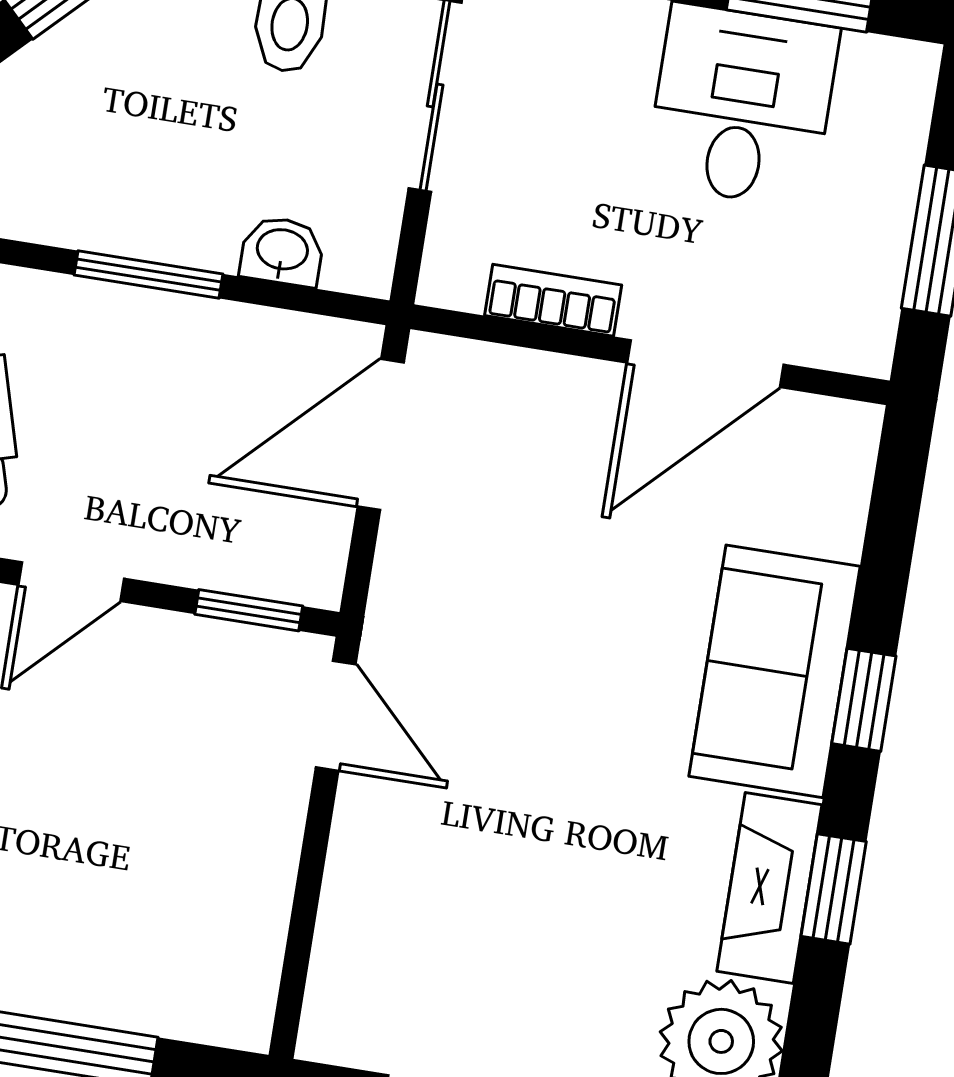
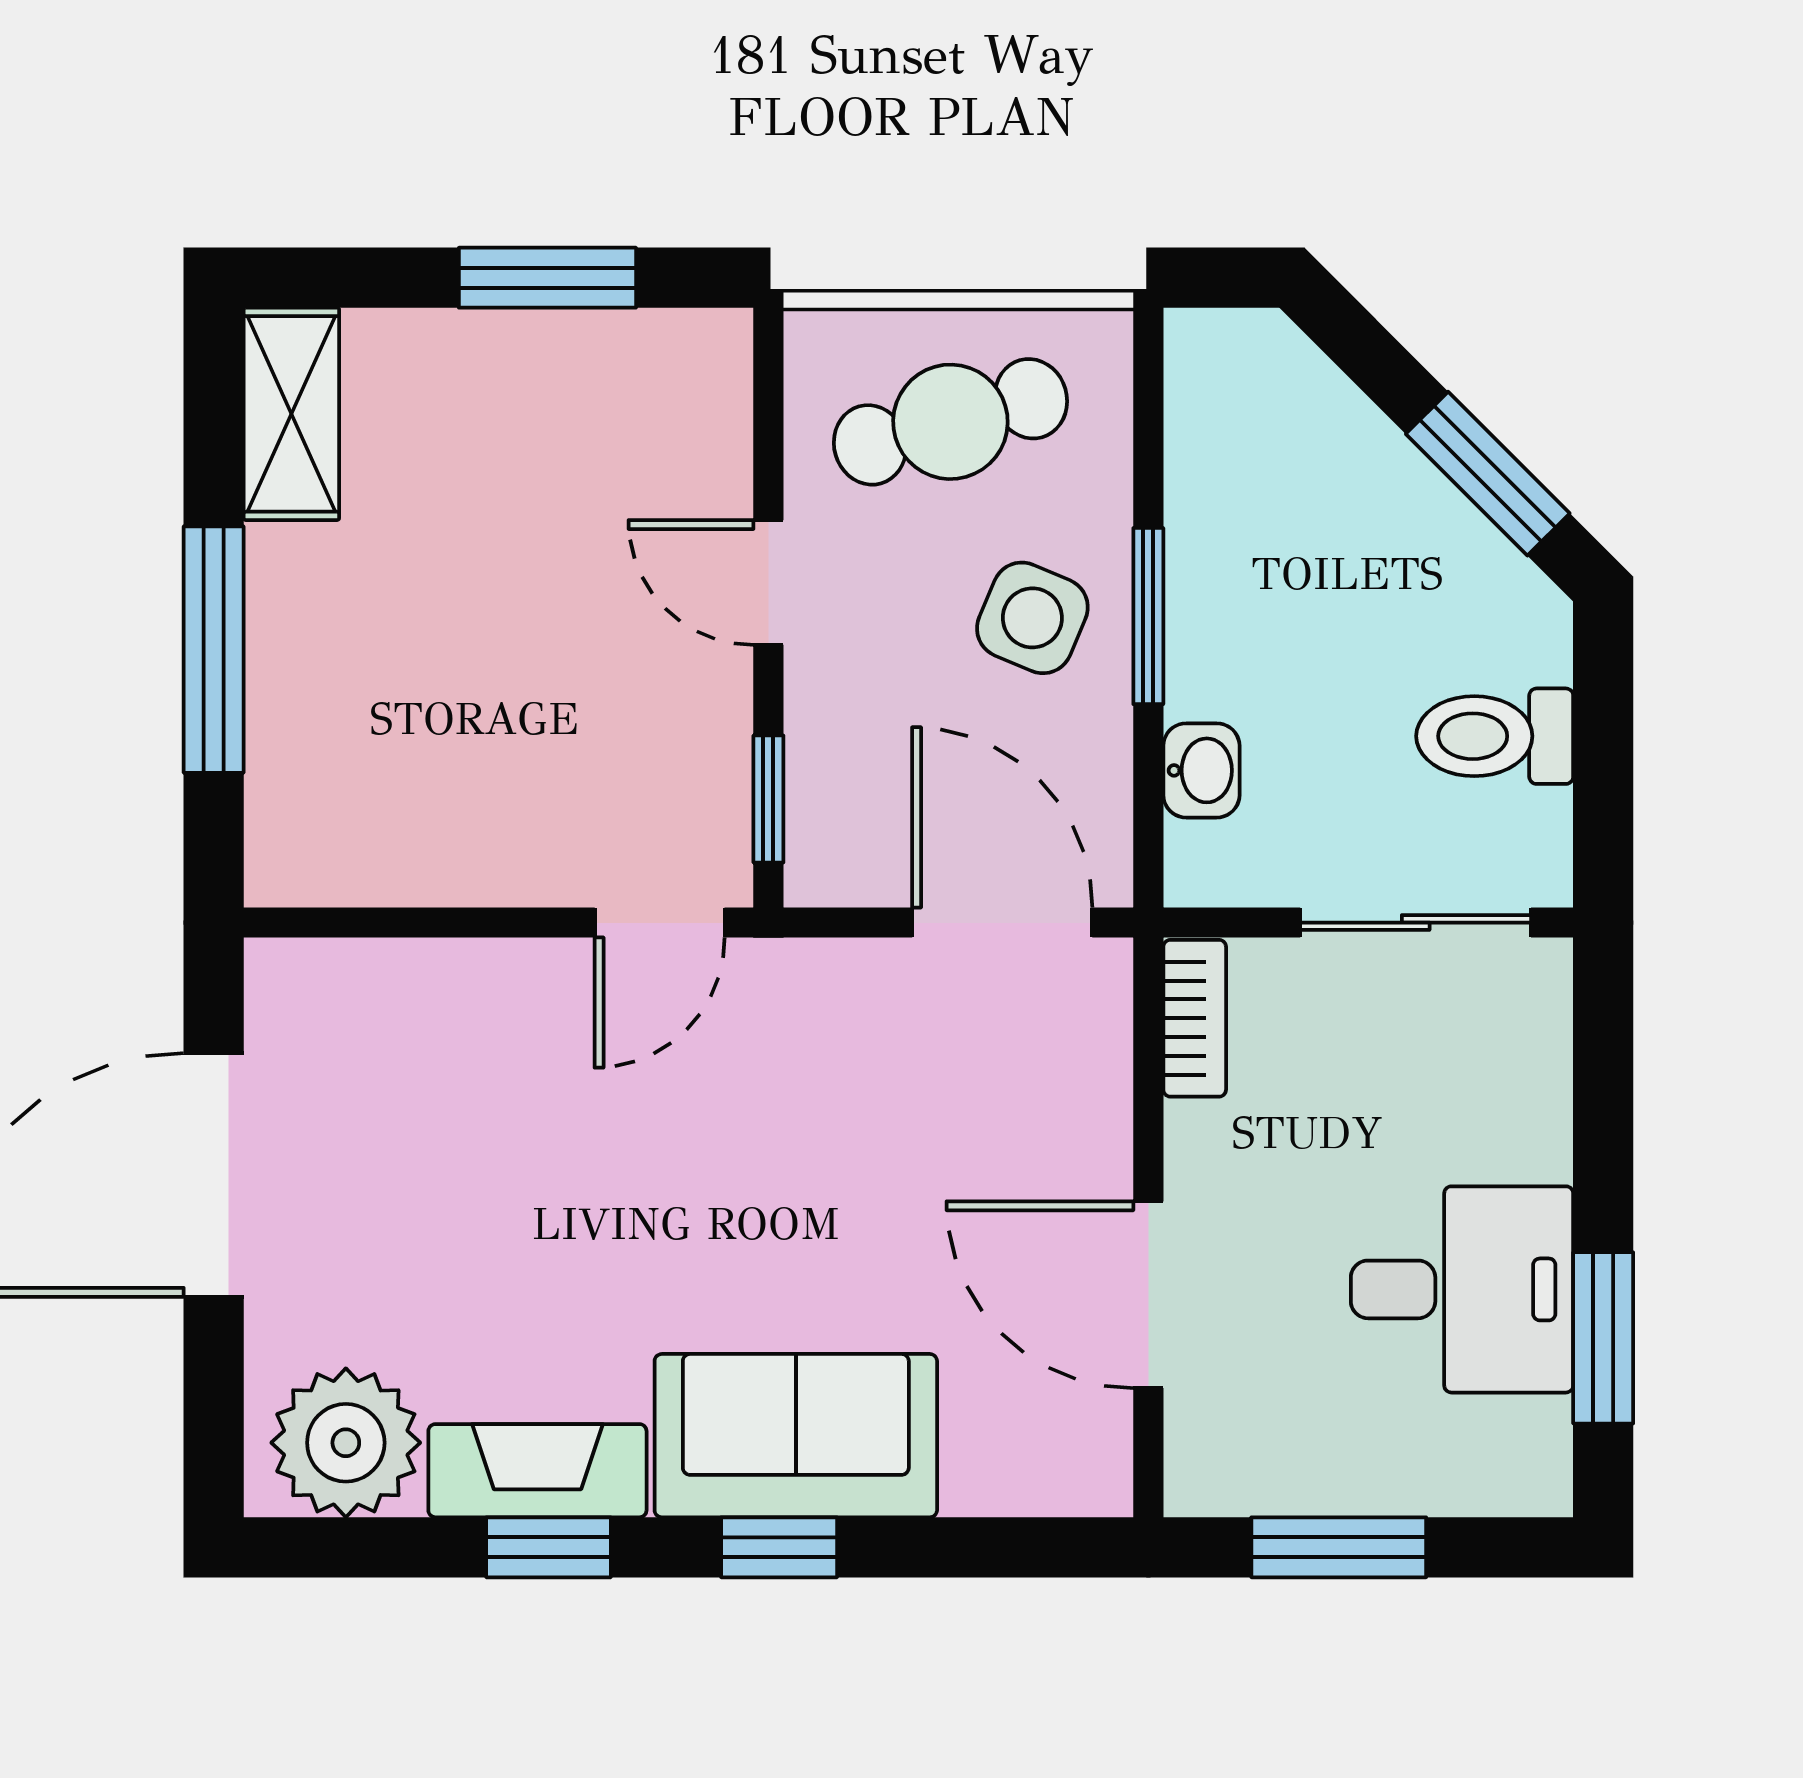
bookcase: (553, 300) -> (1195, 1018), moved
side table: (135, 370) -> (1032, 618), added

